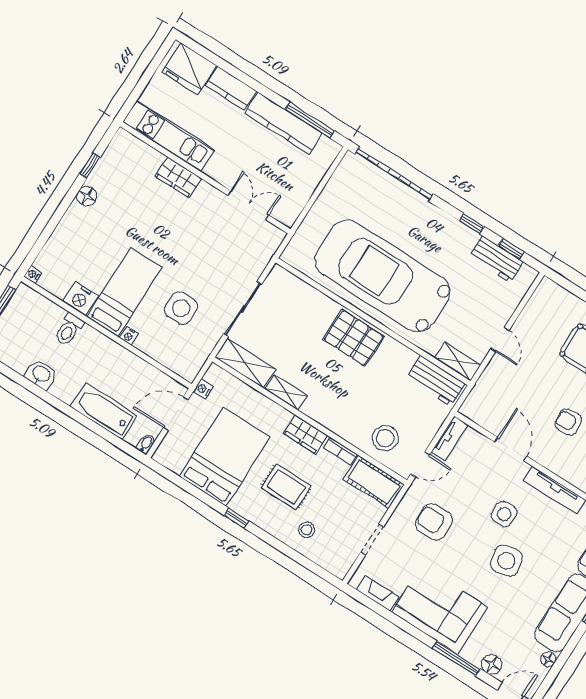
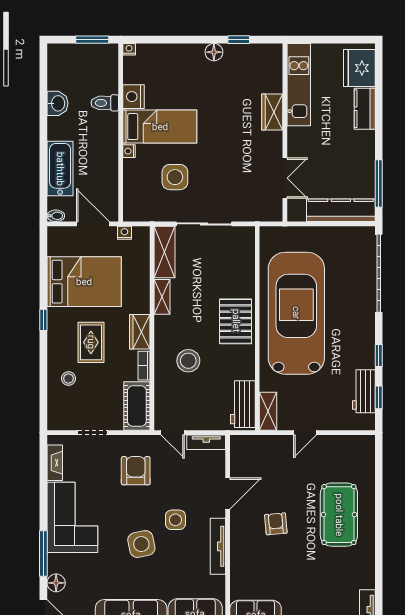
kitchen counter: (283, 123) -> (341, 210), moved, turned 90
stool: (385, 438) -> (188, 361), moved

